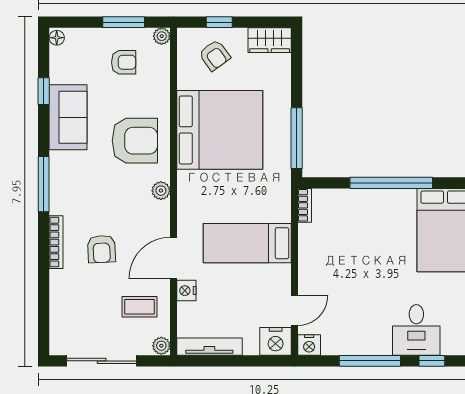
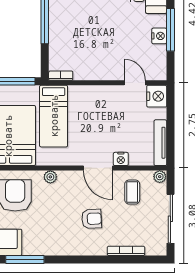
window: (44, 184) -> (25, 260), moved
bookcase: (56, 242) -> (126, 251), moved
bed: (247, 243) -> (54, 116), moved
nightstand: (309, 345) -> (159, 36), moved

